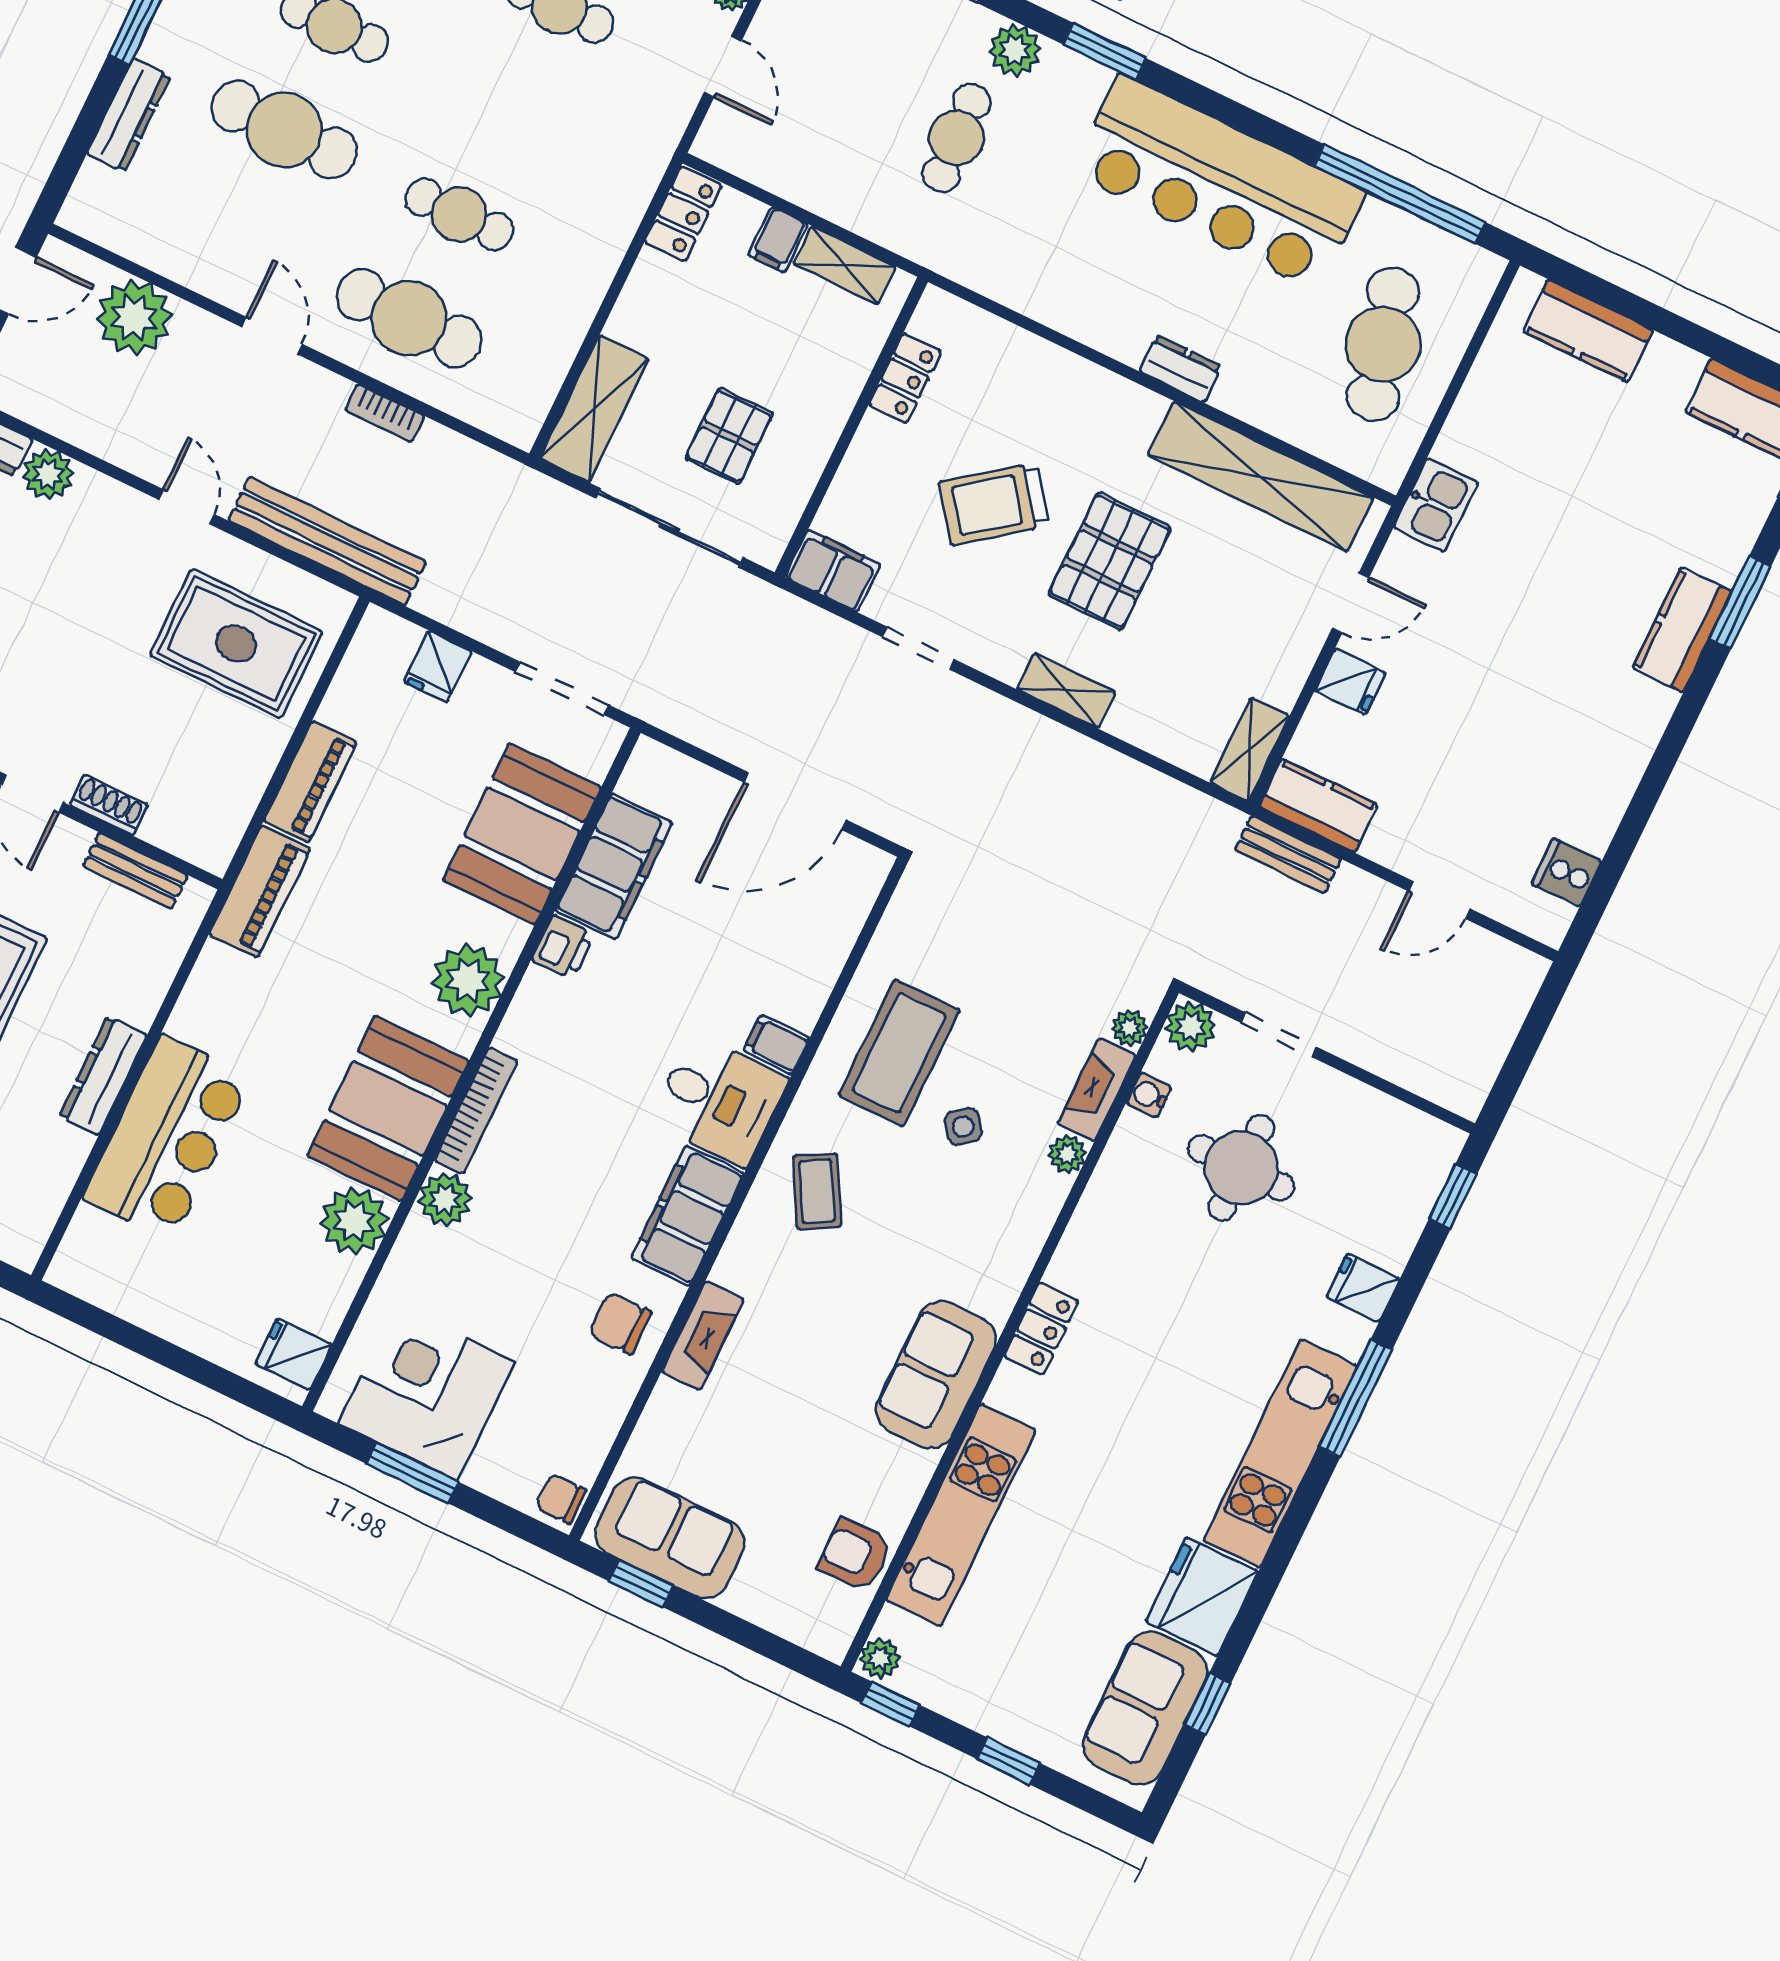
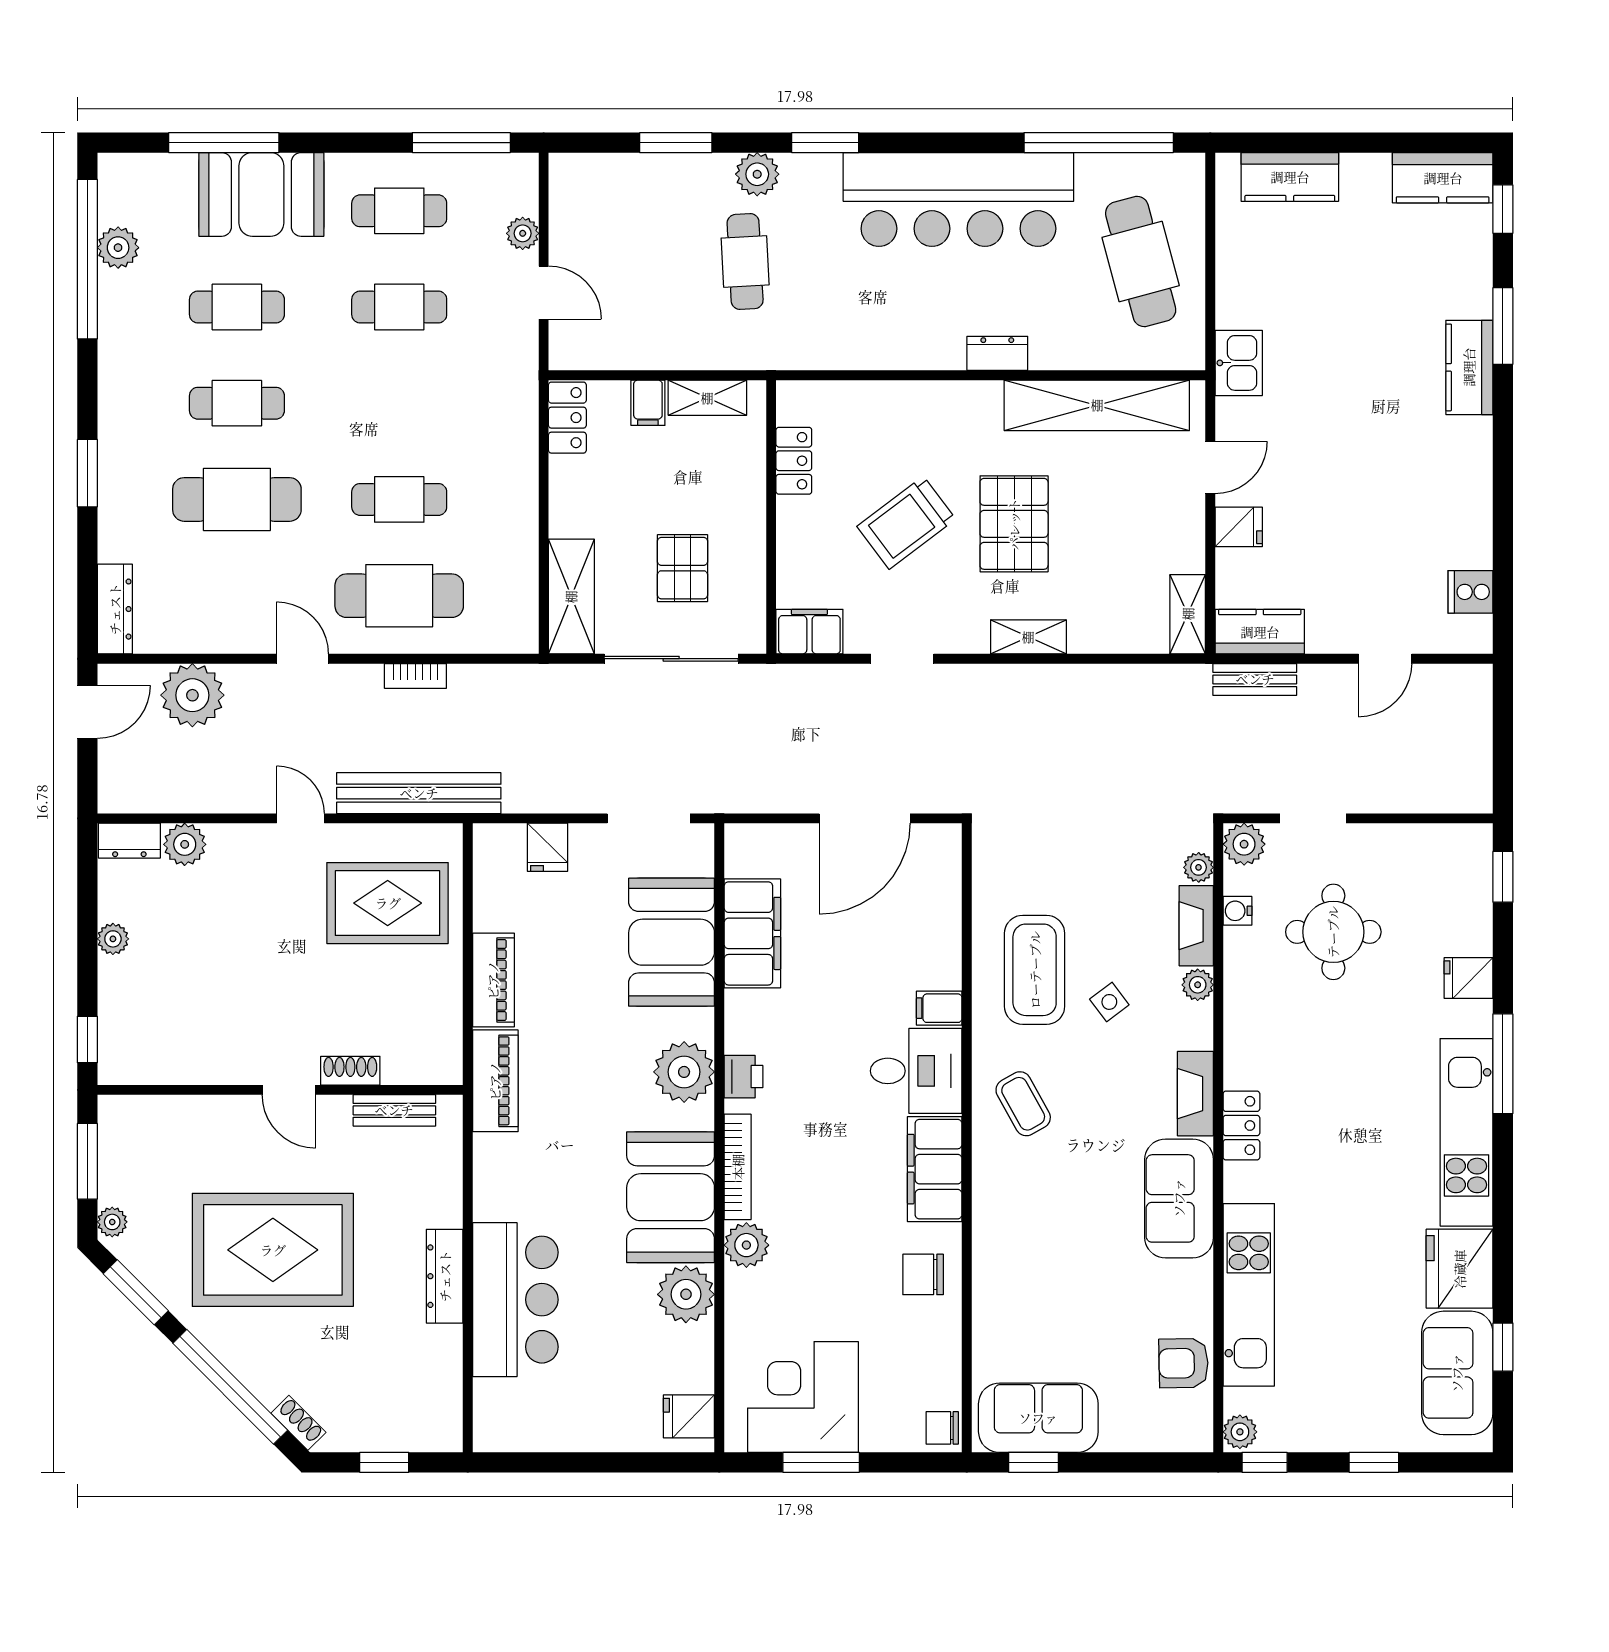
dresser: (129, 115) -> (115, 609), moved
printer: (563, 947) -> (743, 1077), moved
fireplace: (703, 1335) -> (1195, 1094), moved, turned 180

